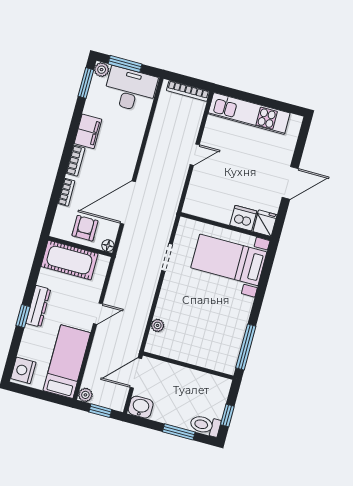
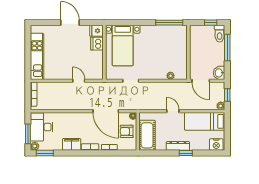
door: (195, 155) -> (79, 81), moved
window: (179, 432) -> (227, 48), width x1.44

